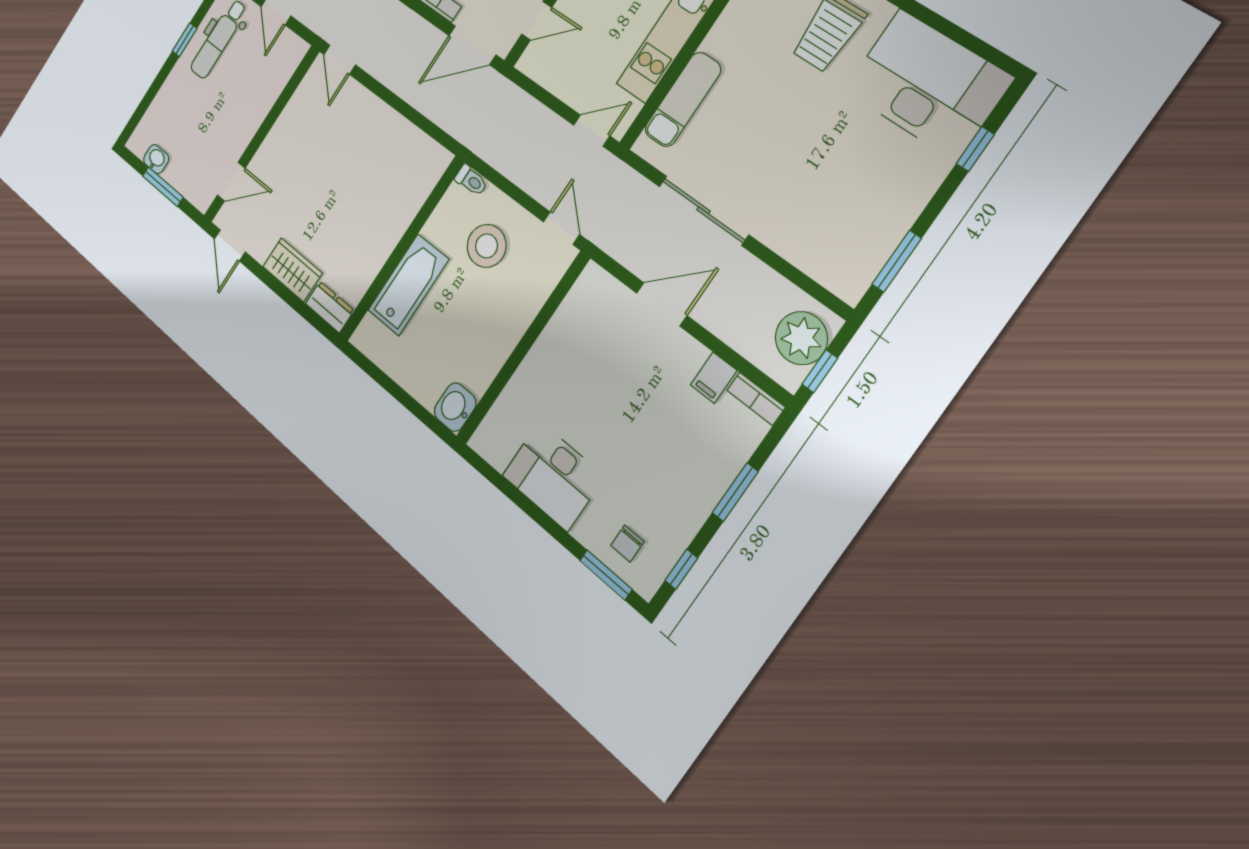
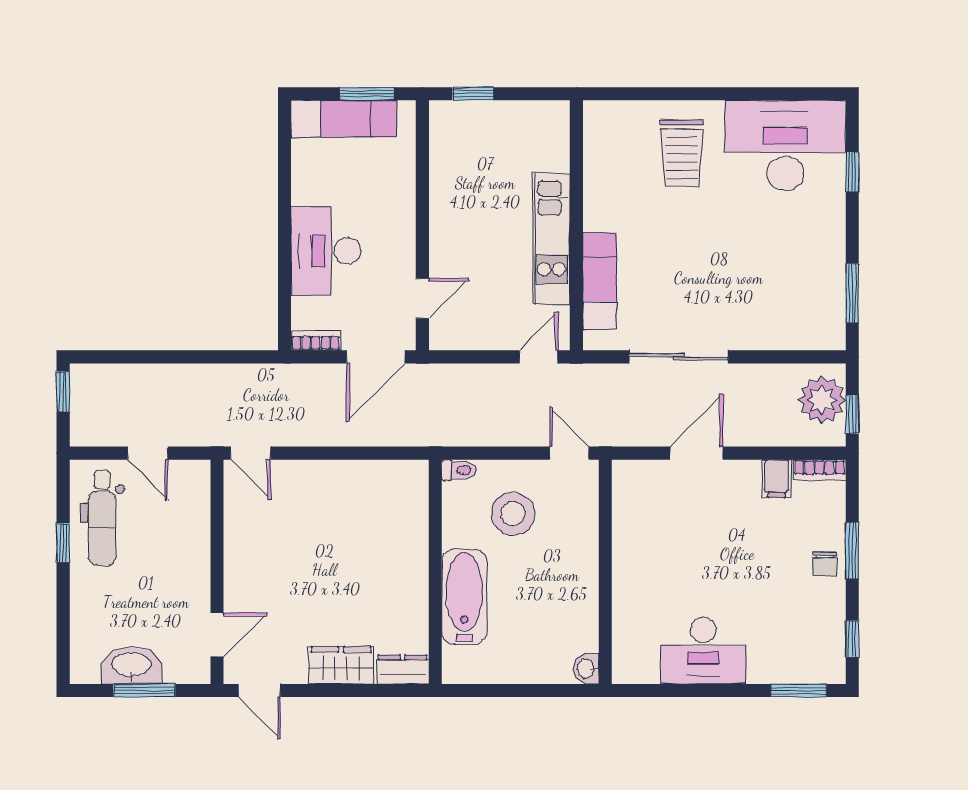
washbasin: (156, 159) -> (131, 666), width x1.91, depth x1.45
washbasin: (455, 407) -> (586, 669), width x0.72, depth x0.69
chair: (627, 544) -> (825, 564), moved

